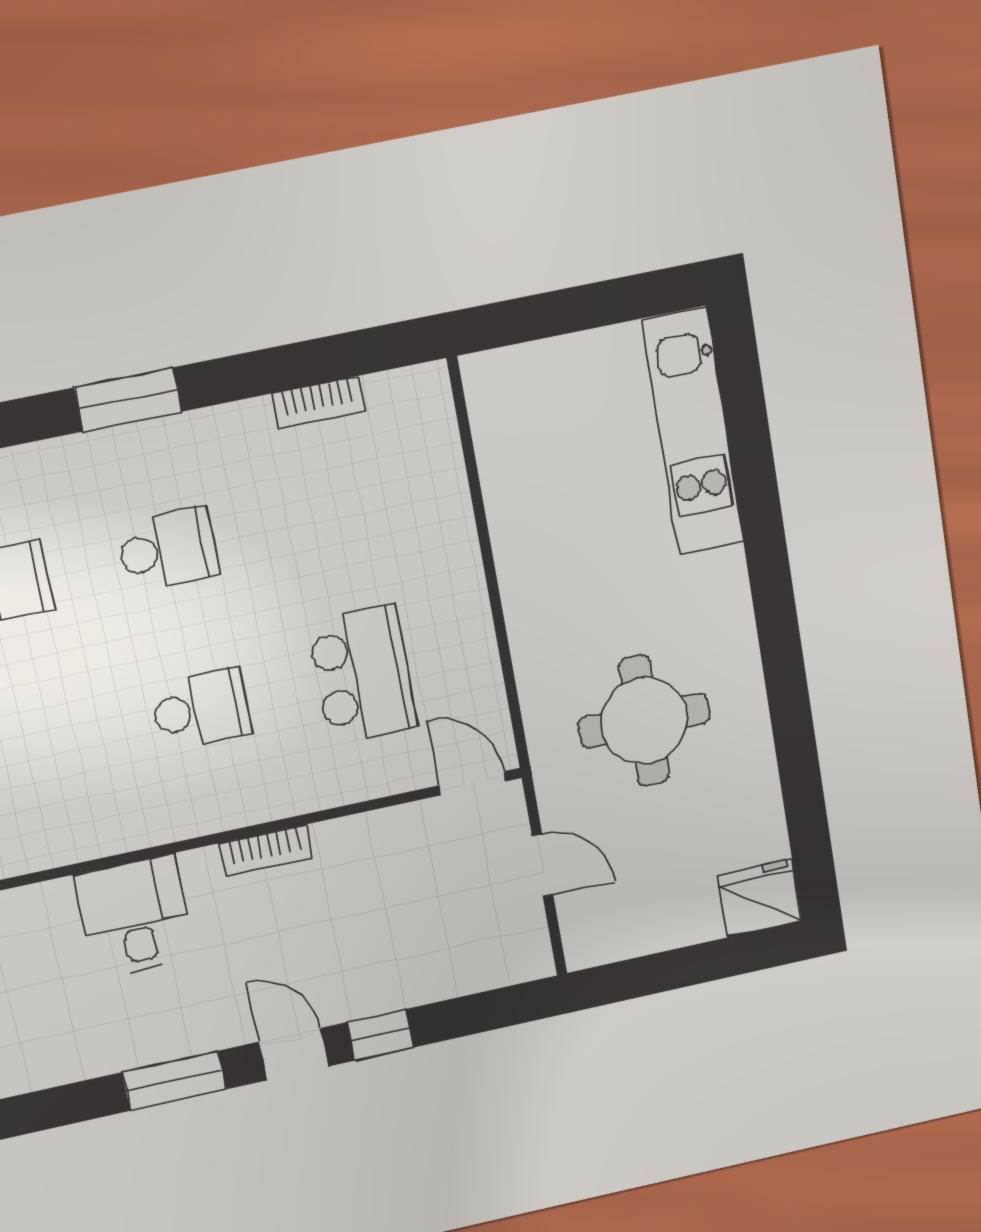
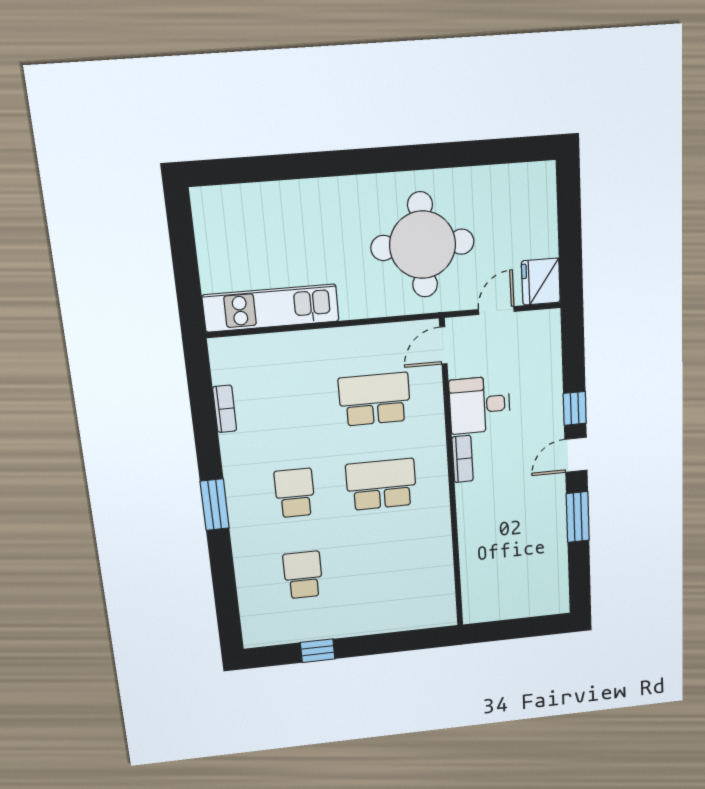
kitchen unit: (693, 431) -> (271, 308), moved, turned 180
school desk: (201, 709) -> (381, 484), width x1.85
round table: (644, 721) -> (423, 245), width x1.36, depth x1.36
fridge: (759, 898) -> (541, 282), moved
desk: (135, 916) -> (480, 405), moved

